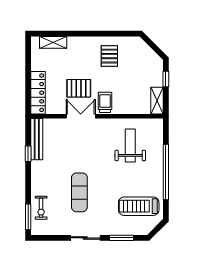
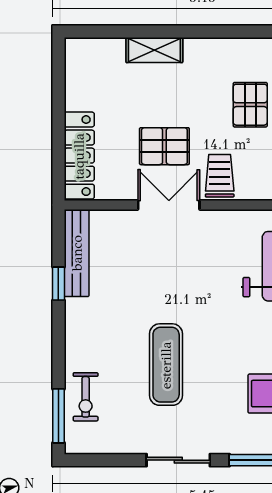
shelving: (53, 42) -> (154, 50), moved
pallet: (109, 56) -> (250, 105), moved

